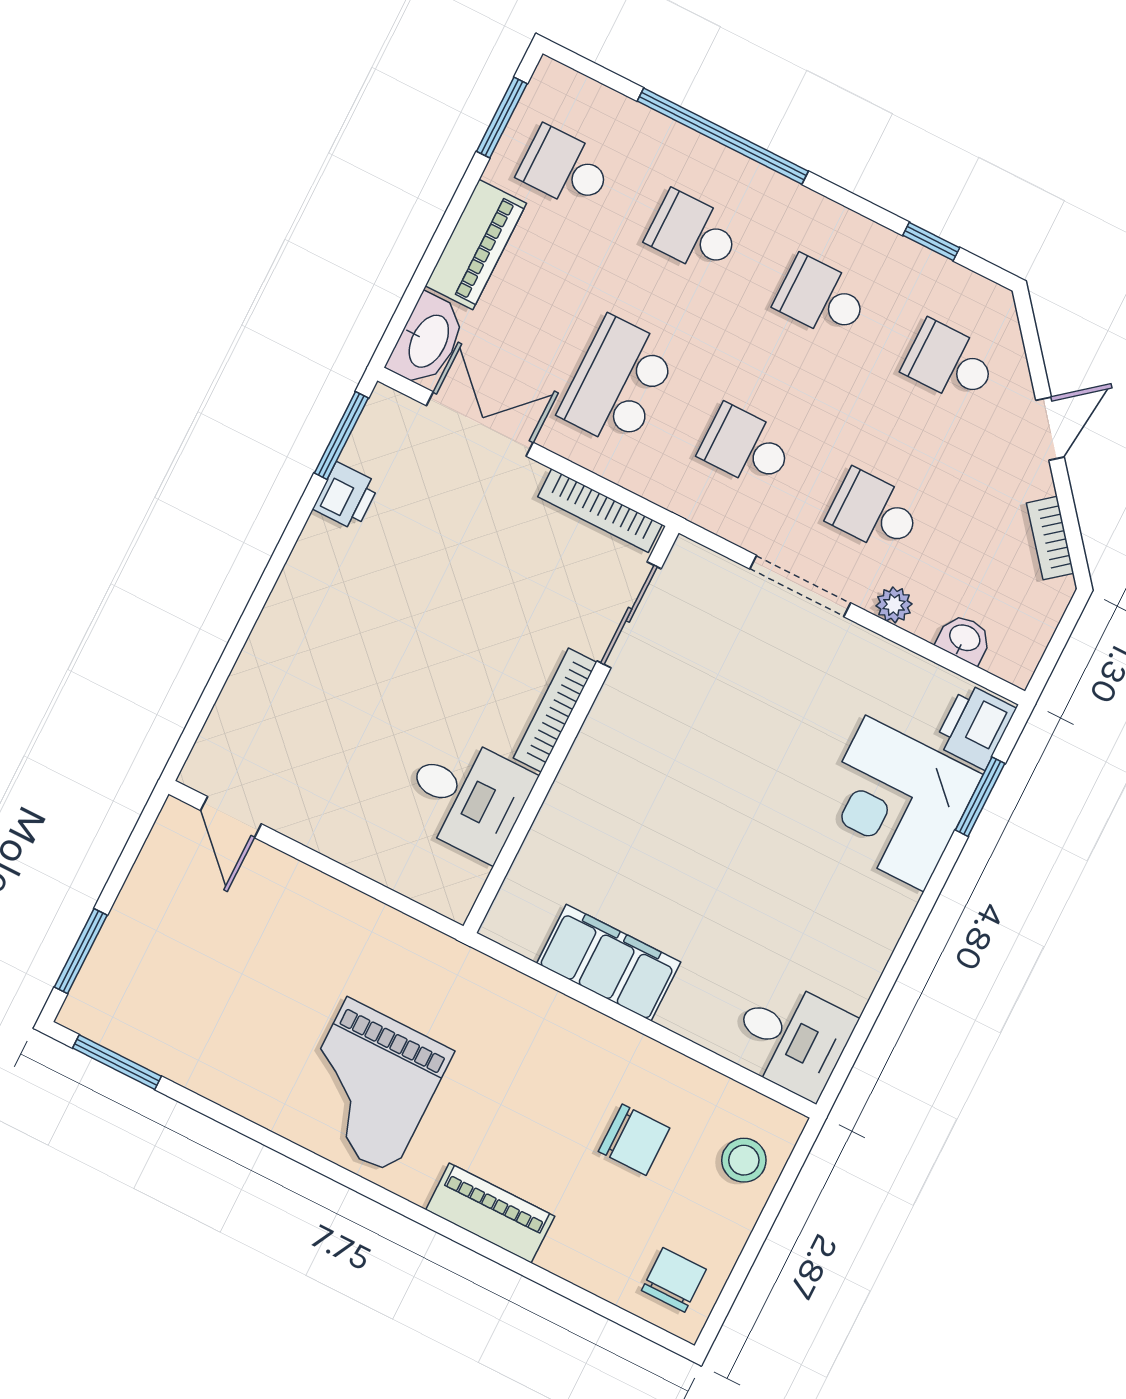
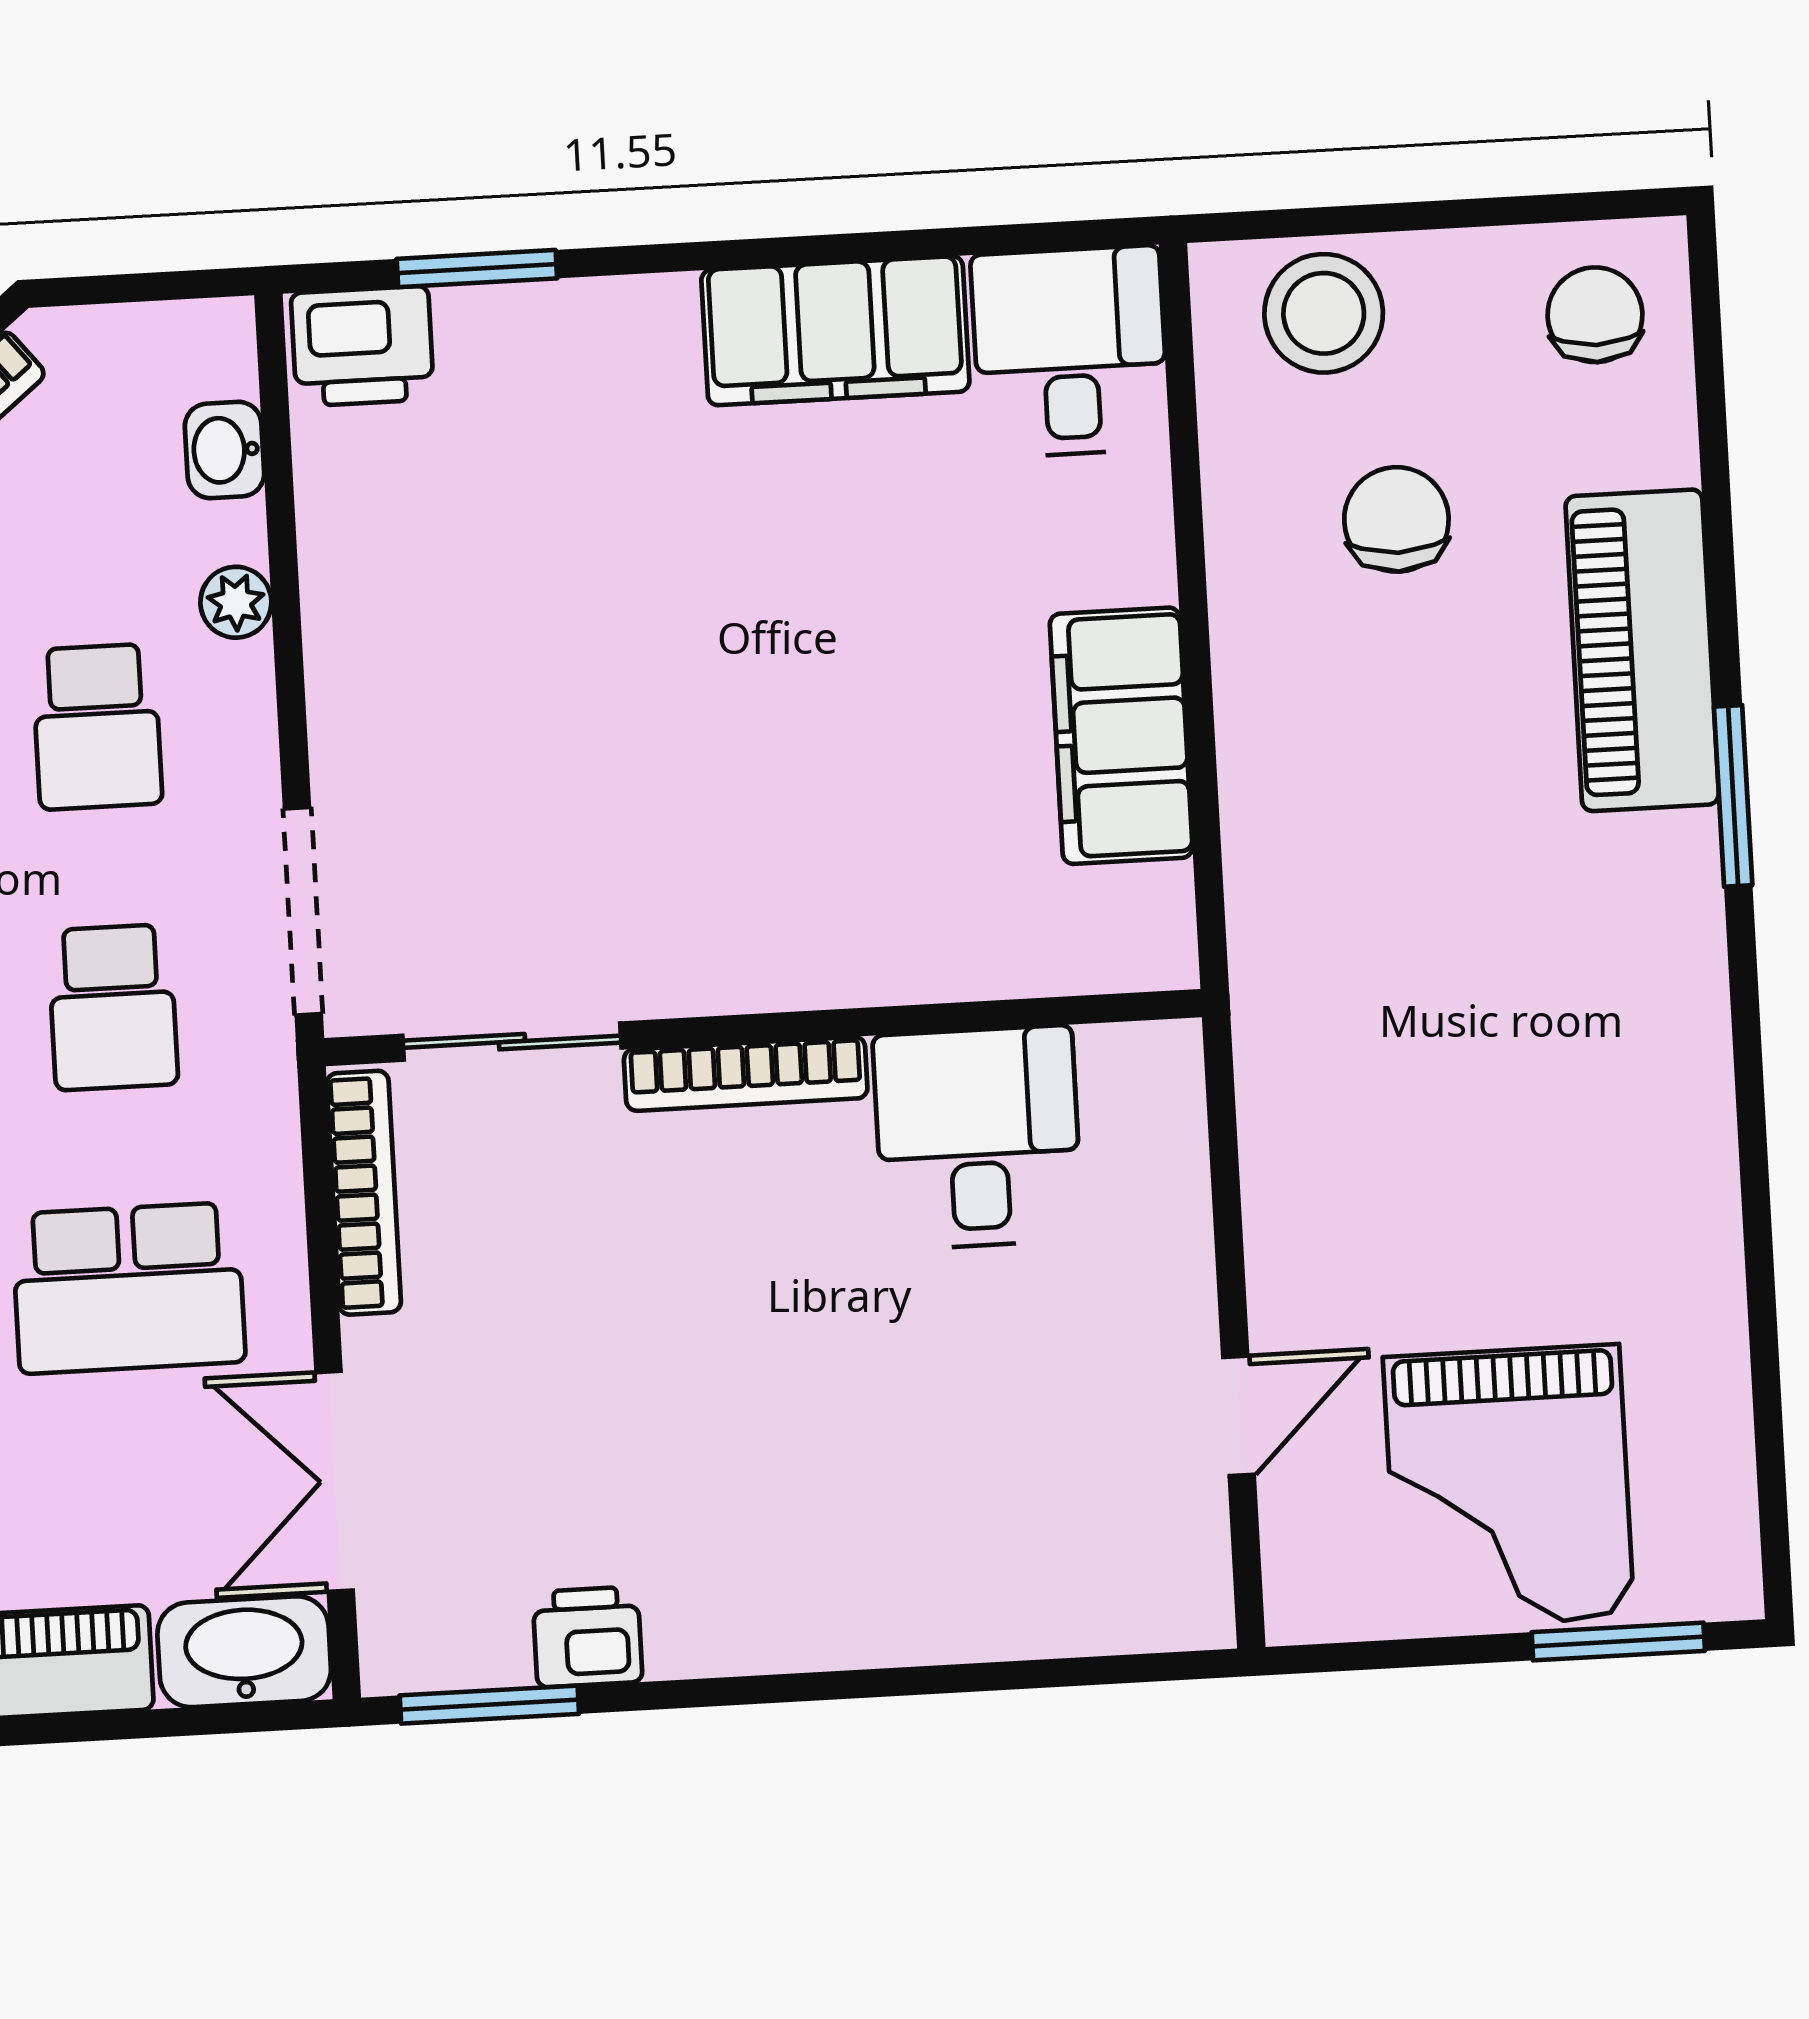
doorway: (800, 586) -> (303, 911), moved
corner desk: (895, 803) -> (572, 407), removed
door: (231, 817) -> (1238, 1416), moved
filing cabinet: (861, 940) -> (835, 331), added
window: (117, 1062) -> (1733, 796), moved
grand piano: (370, 1086) -> (1509, 1487), moved, turned 90
stool: (744, 1160) -> (1324, 313), width x1.38, depth x1.38
piano: (490, 1213) -> (1642, 650), width x1.37, depth x1.33
chair: (674, 1280) -> (1595, 315), turned 90

